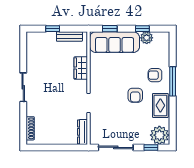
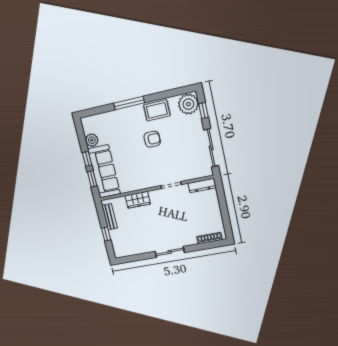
window: (142, 29) -> (87, 159), moved
armchair: (155, 75) -> (127, 123), removed

